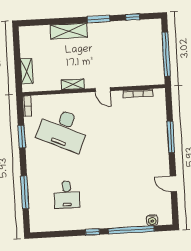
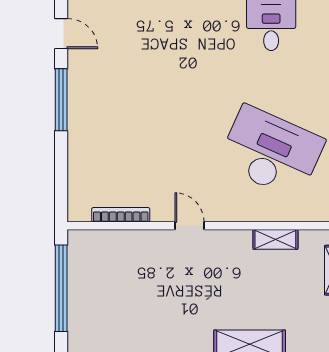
shelving: (73, 84) -> (275, 239), moved
window: (171, 137) -> (61, 100), moved

